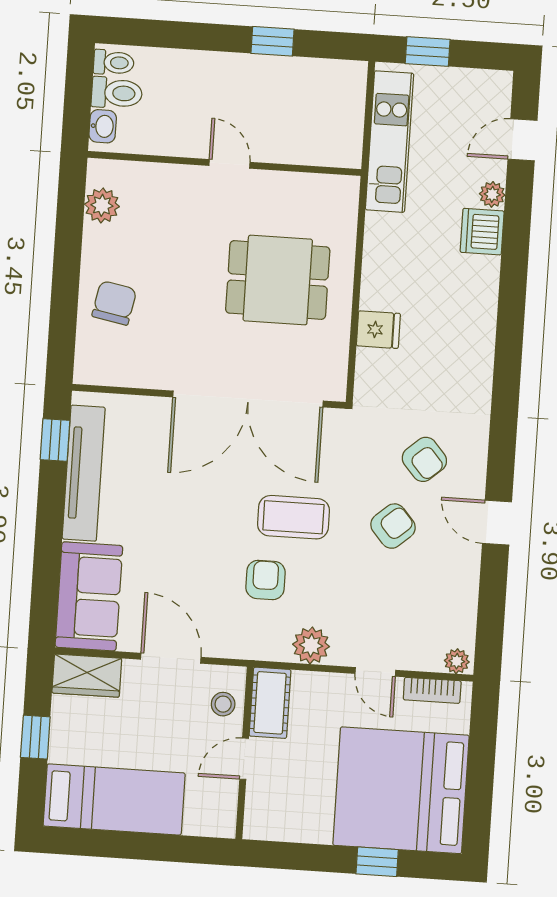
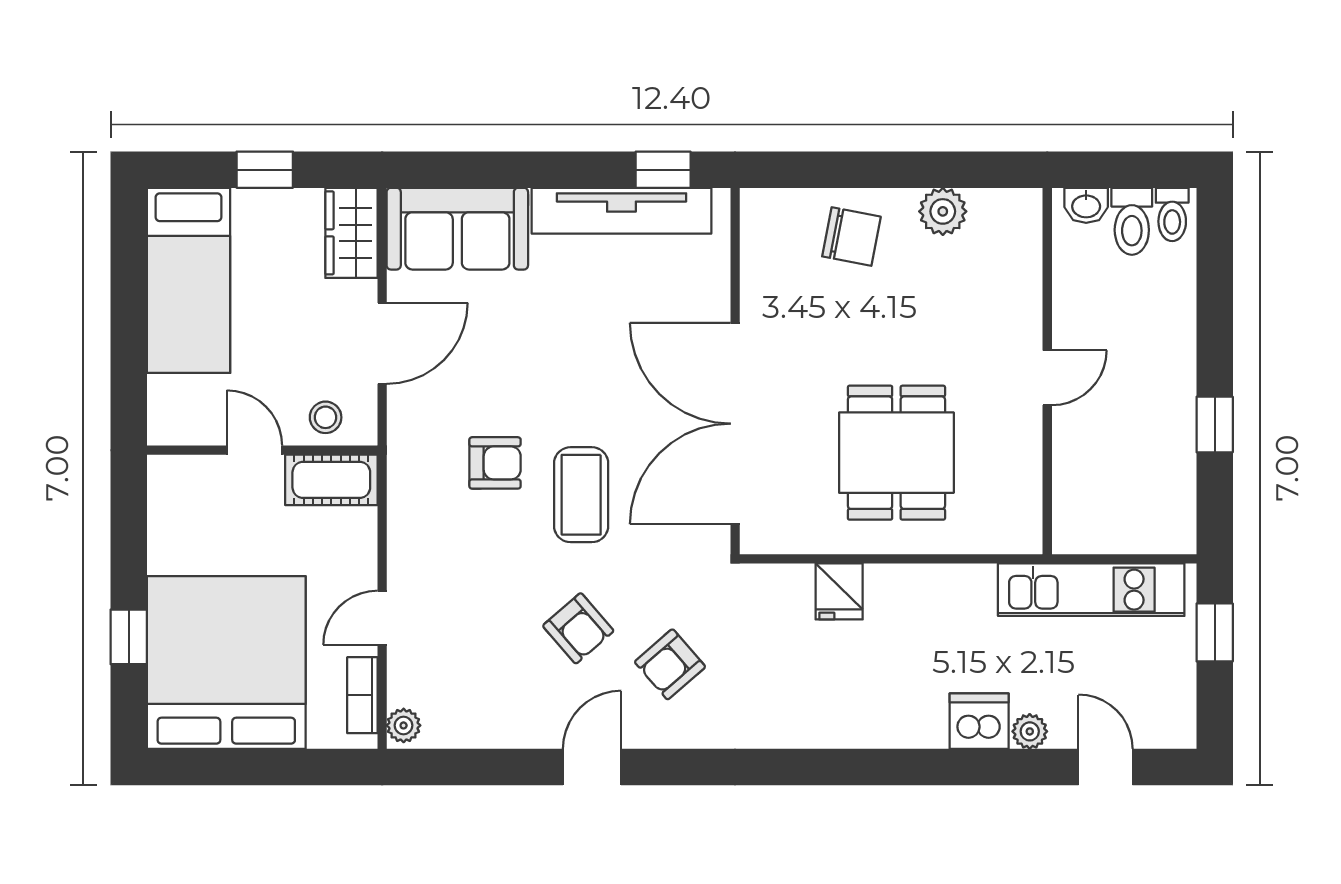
plant: (102, 205) -> (943, 211), moved
plant: (311, 645) -> (412, 530), removed

